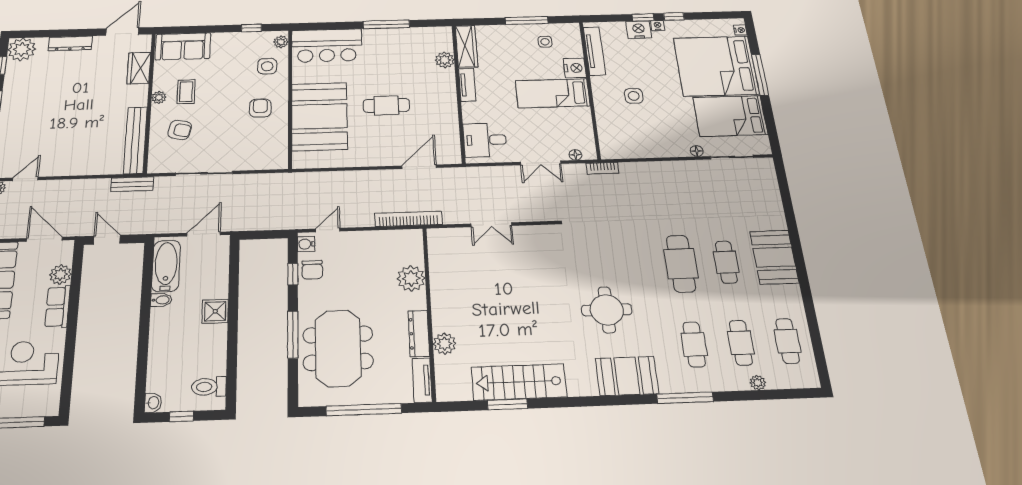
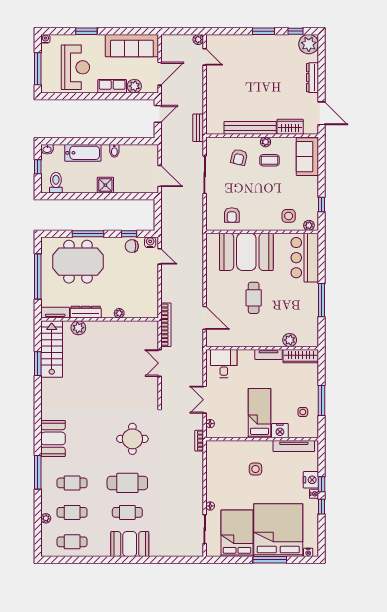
armchair: (260, 108) -> (232, 215), moved, turned 90
bench: (135, 140) -> (250, 128), moved
bookcase: (409, 219) -> (166, 325), moved
bathtub: (166, 266) -> (83, 153), moved
plant: (411, 278) -> (119, 313), width x0.53, depth x0.53
round table: (607, 310) -> (132, 439), moved
stairs: (519, 382) -> (52, 349), moved

